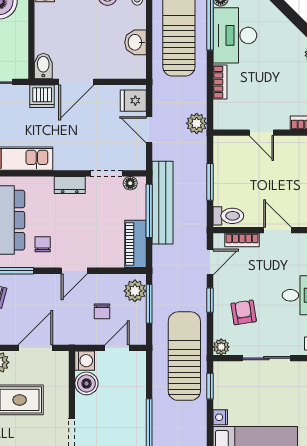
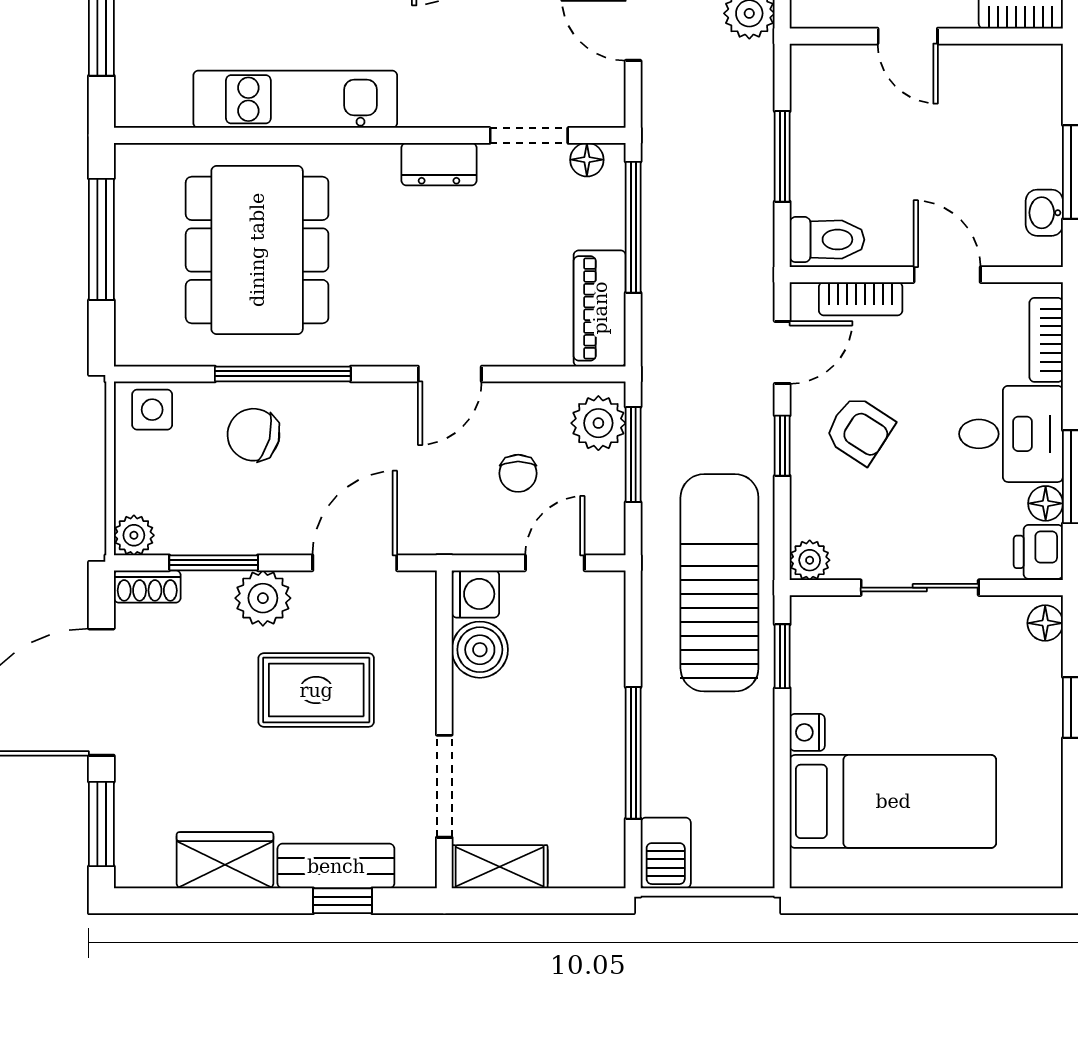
bench: (162, 203) -> (666, 207), removed
chair: (43, 244) -> (373, 309), removed
armchair: (244, 312) -> (859, 430), moved, turned 132

